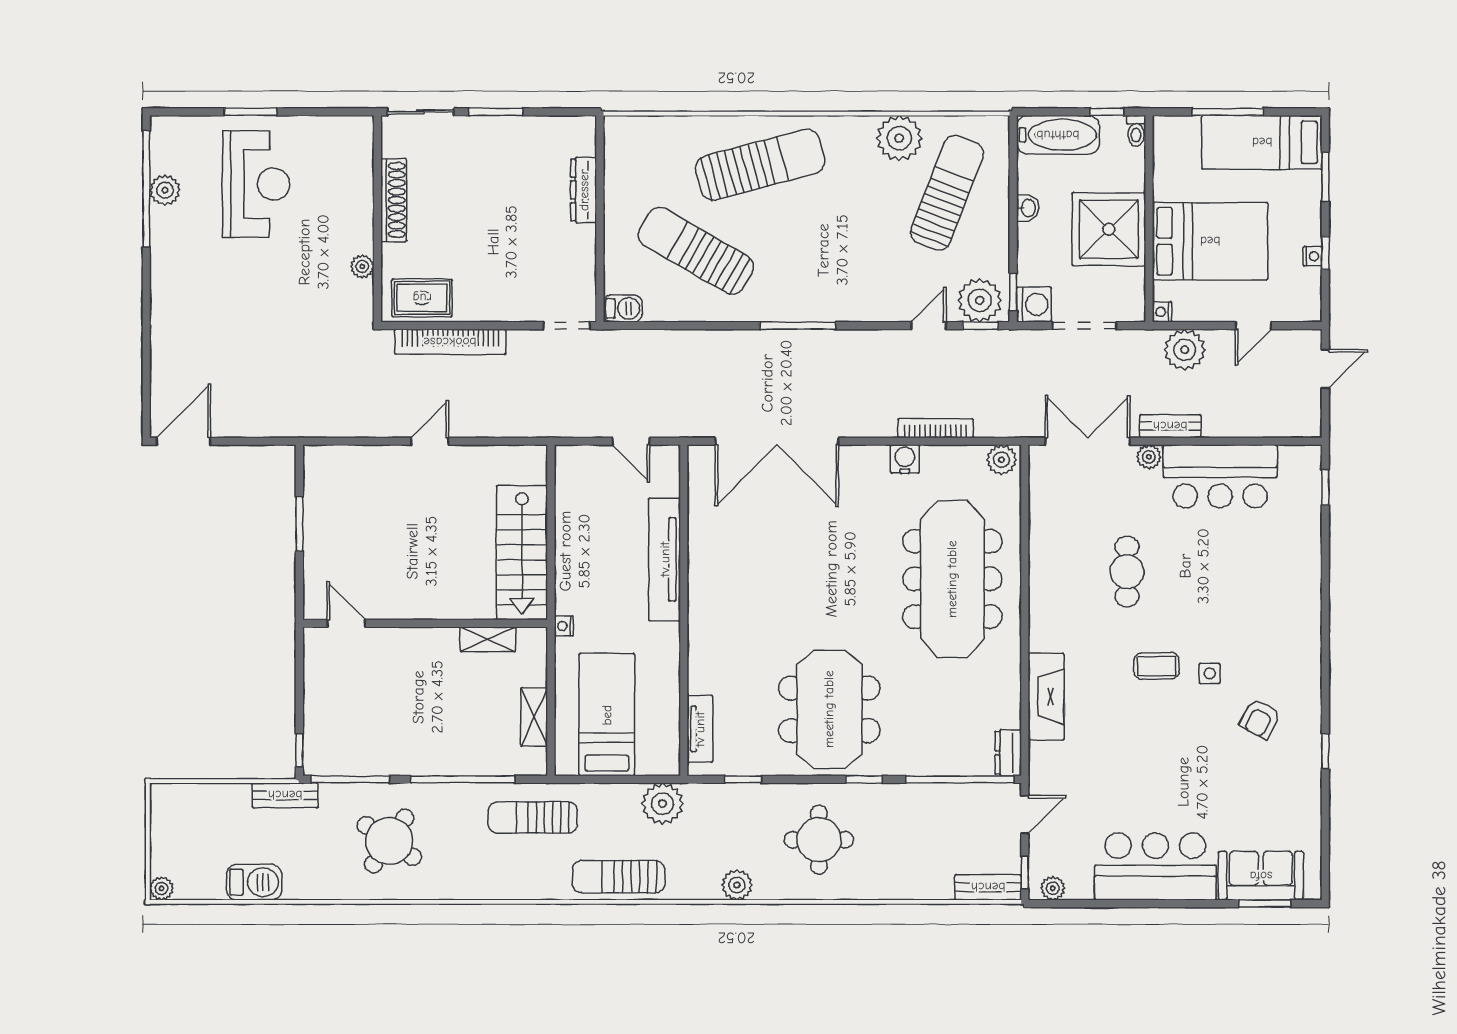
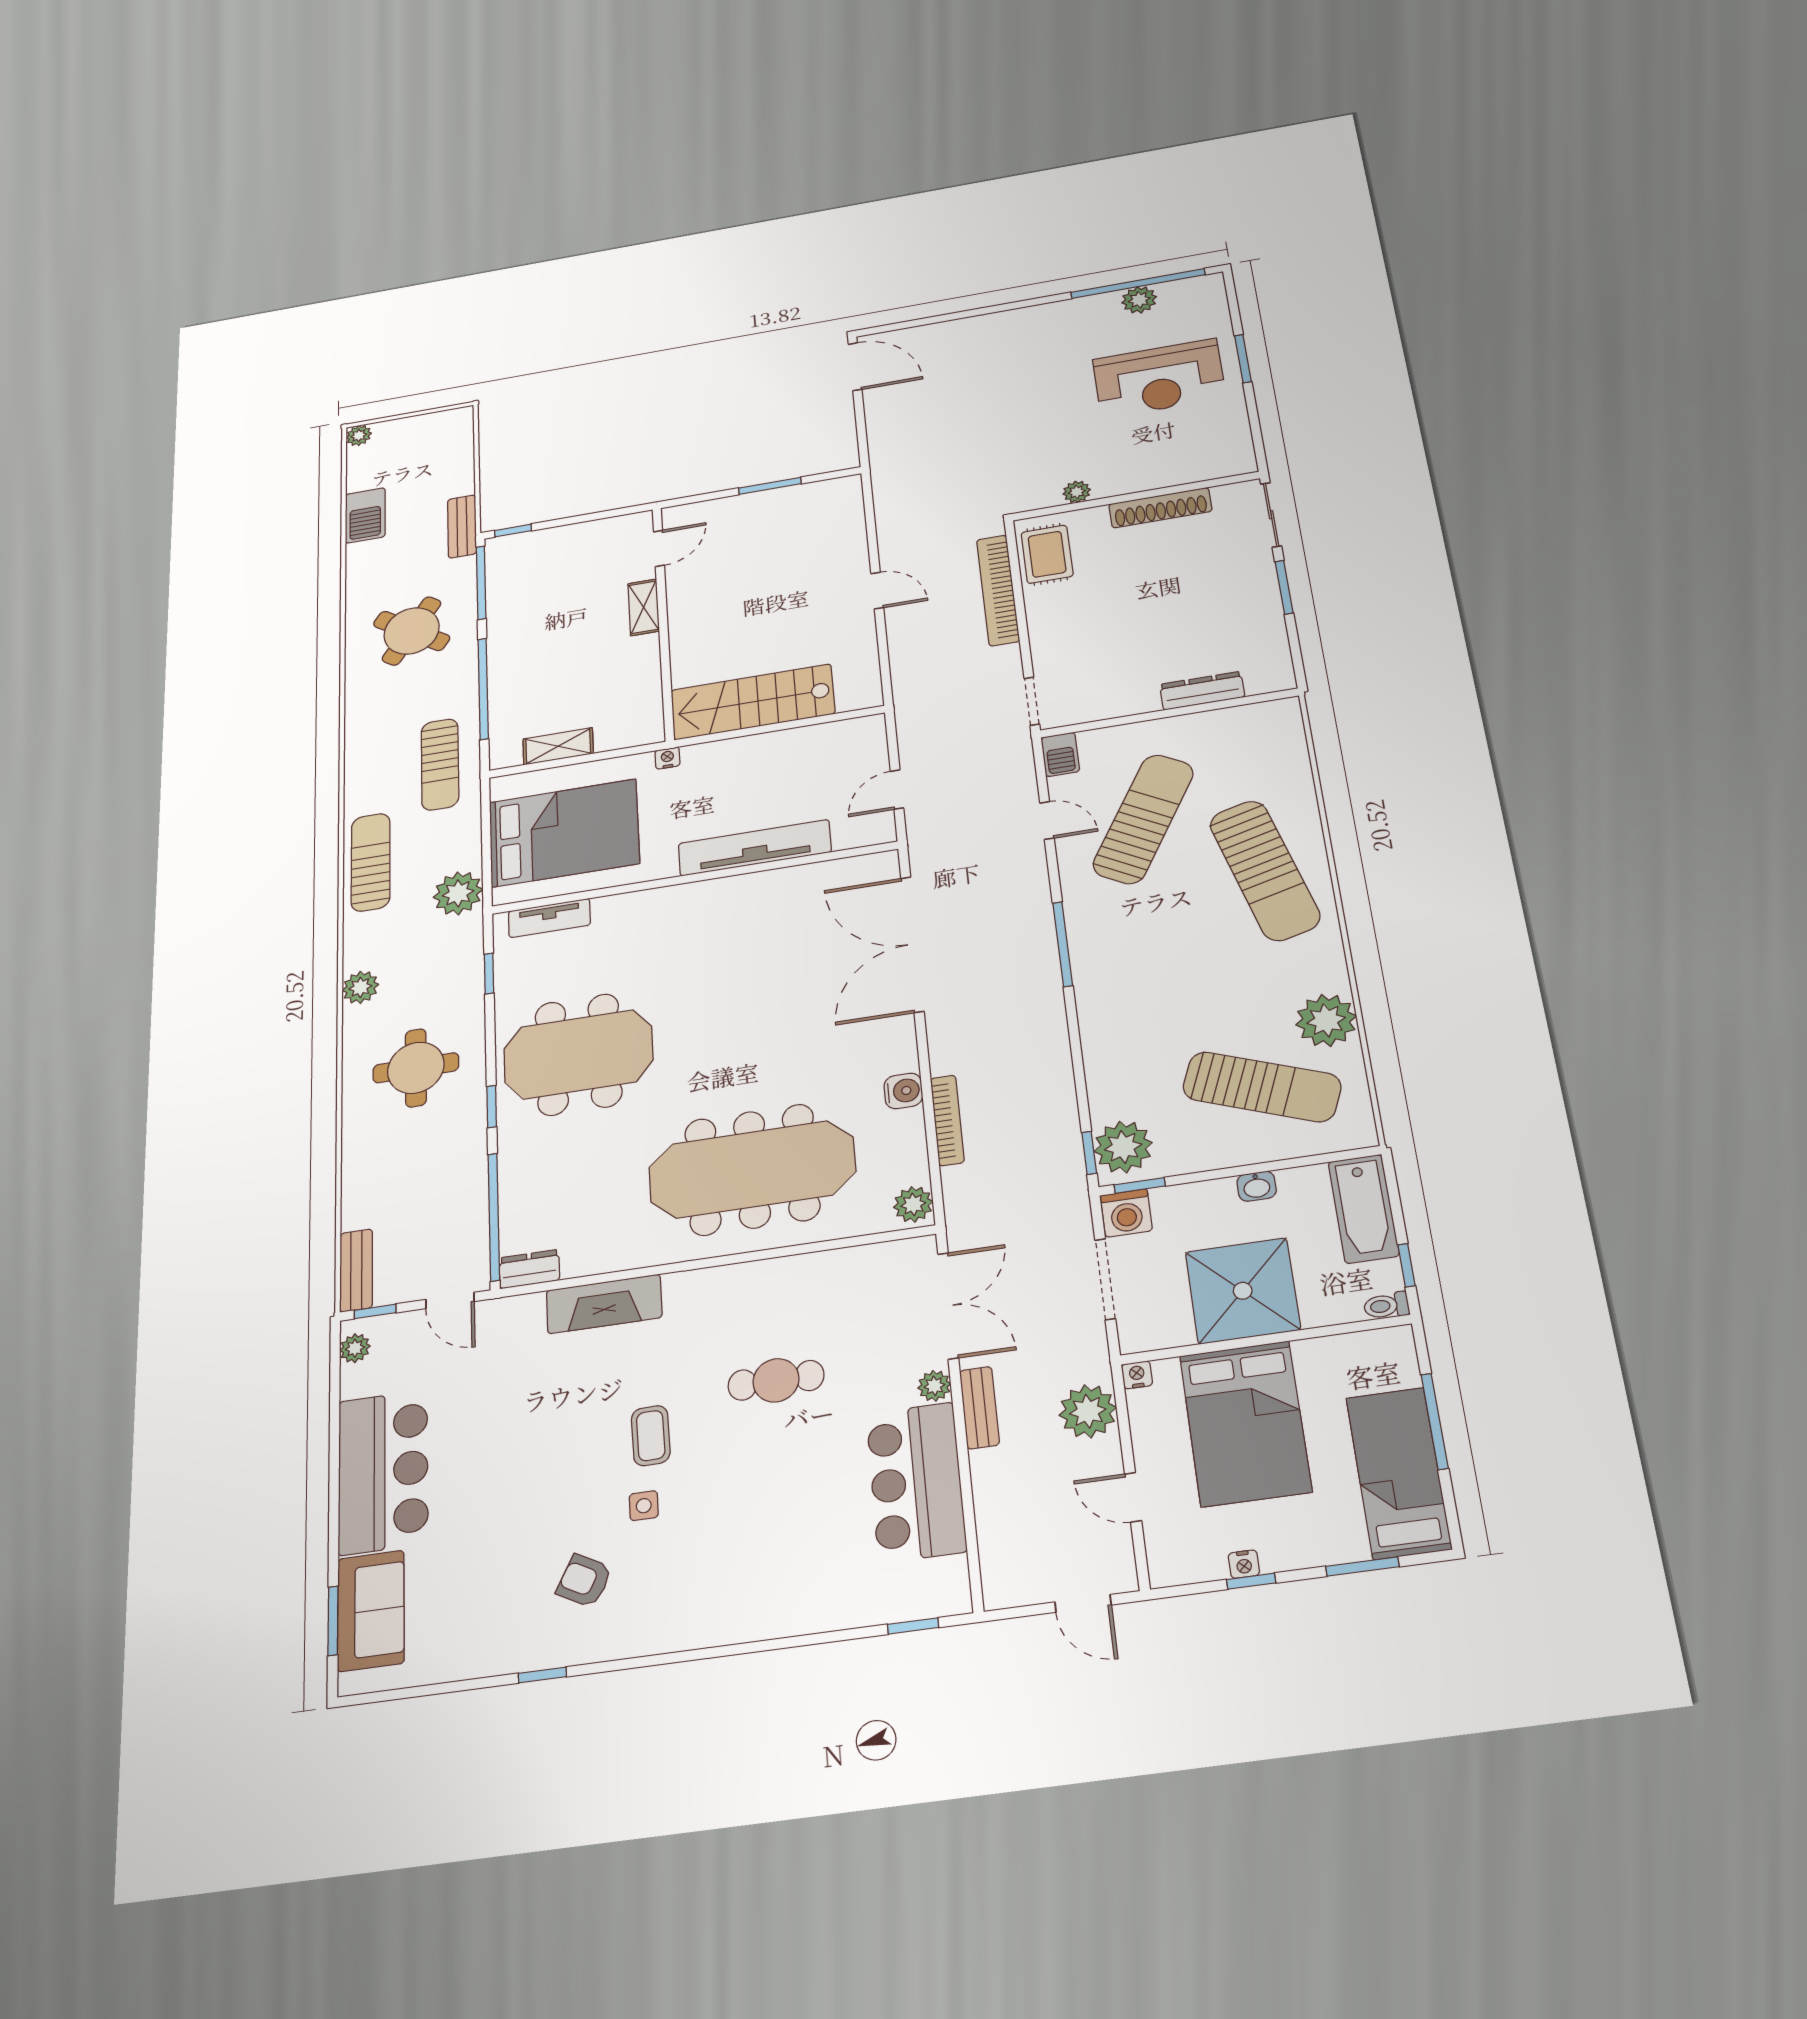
door: (929, 326) -> (1047, 821), moved
shelving: (488, 639) -> (644, 607), moved
bed: (607, 715) -> (564, 833), width x1.50
sun lounger: (533, 818) -> (440, 764), turned 180

